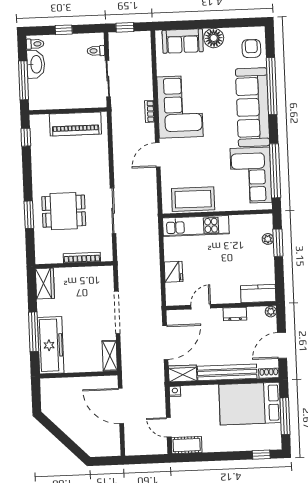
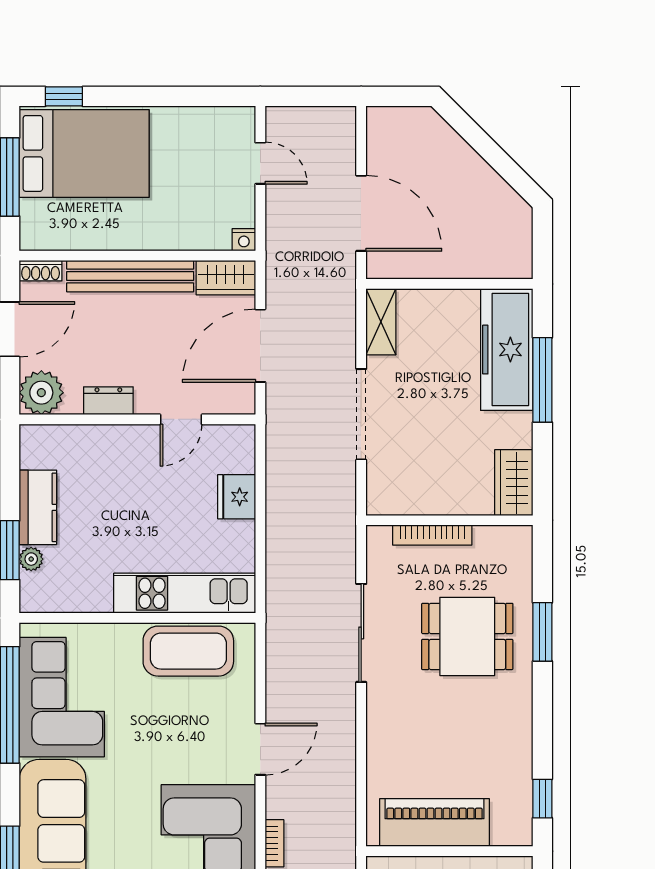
kitchen counter: (258, 293) -> (38, 507), moved, turned -90
plant: (271, 312) -> (41, 393), width x1.88, depth x1.88
bed: (250, 404) -> (84, 153), moved
cot: (187, 445) -> (223, 123), removed

